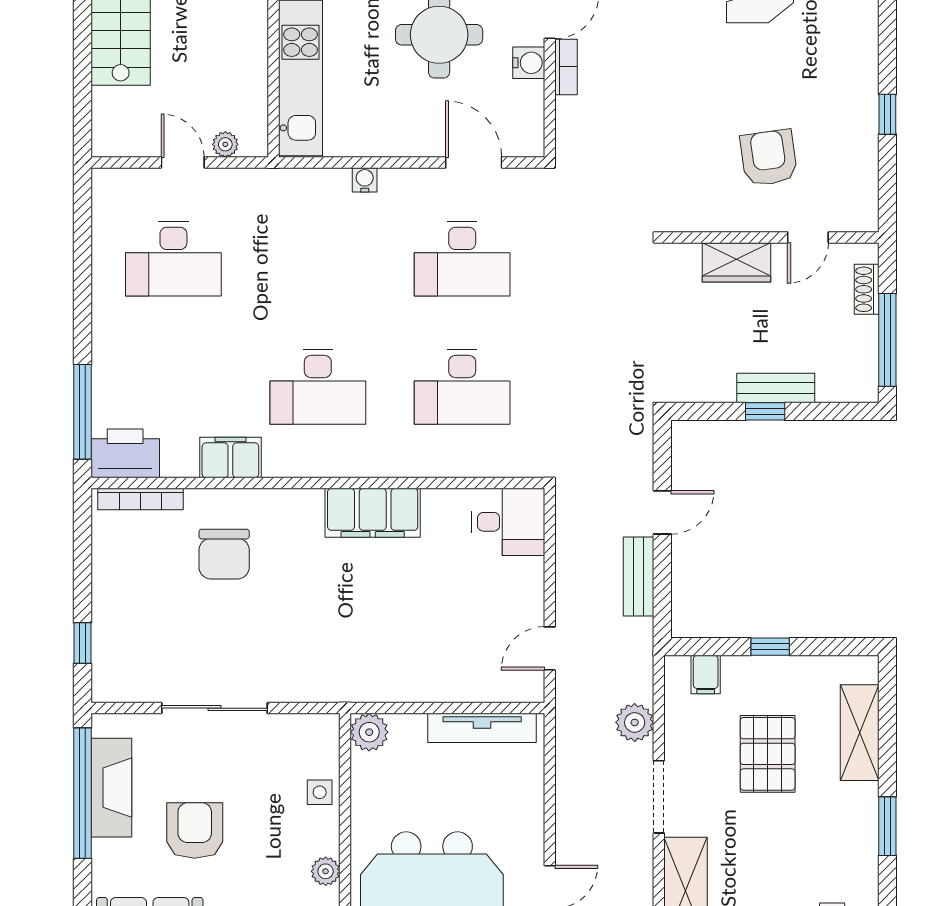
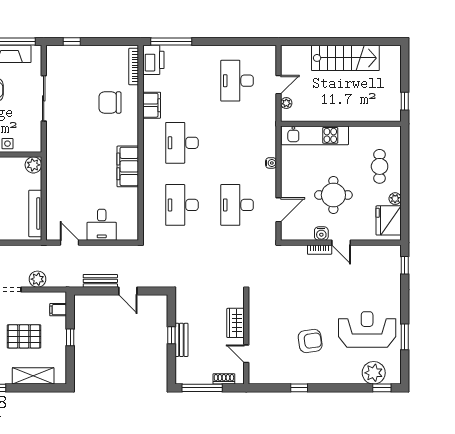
armchair: (769, 158) -> (310, 341), moved
desk: (508, 522) -> (102, 225), moved

